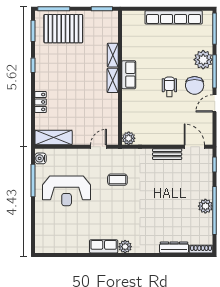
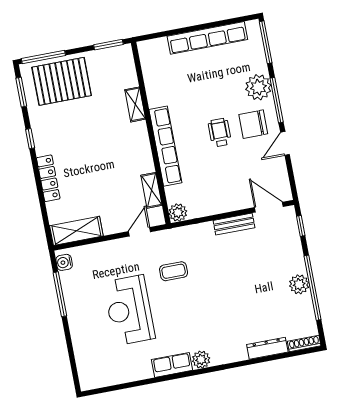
row of seats: (129, 75) -> (165, 146), width x2.02
shelving: (113, 80) -> (151, 190), moved
chair: (195, 85) -> (253, 124), turned 90
locker: (41, 102) -> (48, 178), width x1.53
reception desk: (67, 191) -> (129, 310), moved, turned 90

